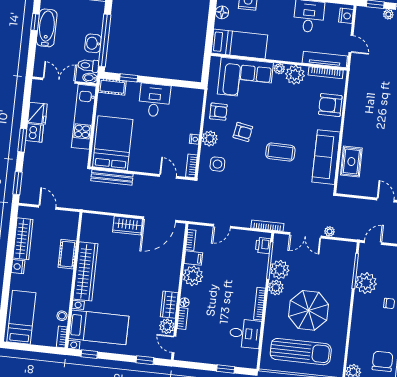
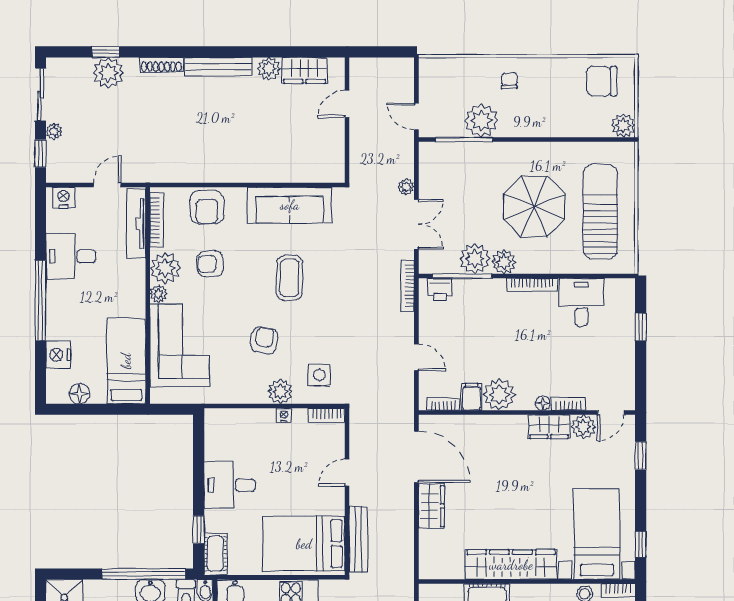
armchair: (218, 112) -> (210, 264), moved, turned -94
rug: (351, 162) -> (292, 164), removed
door: (168, 176) -> (347, 473), moved

